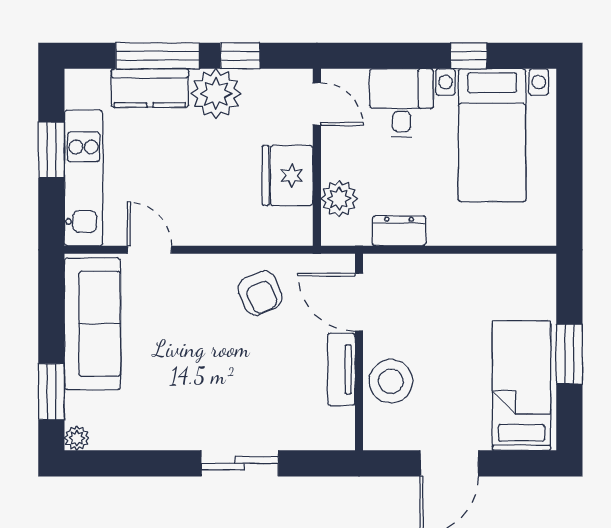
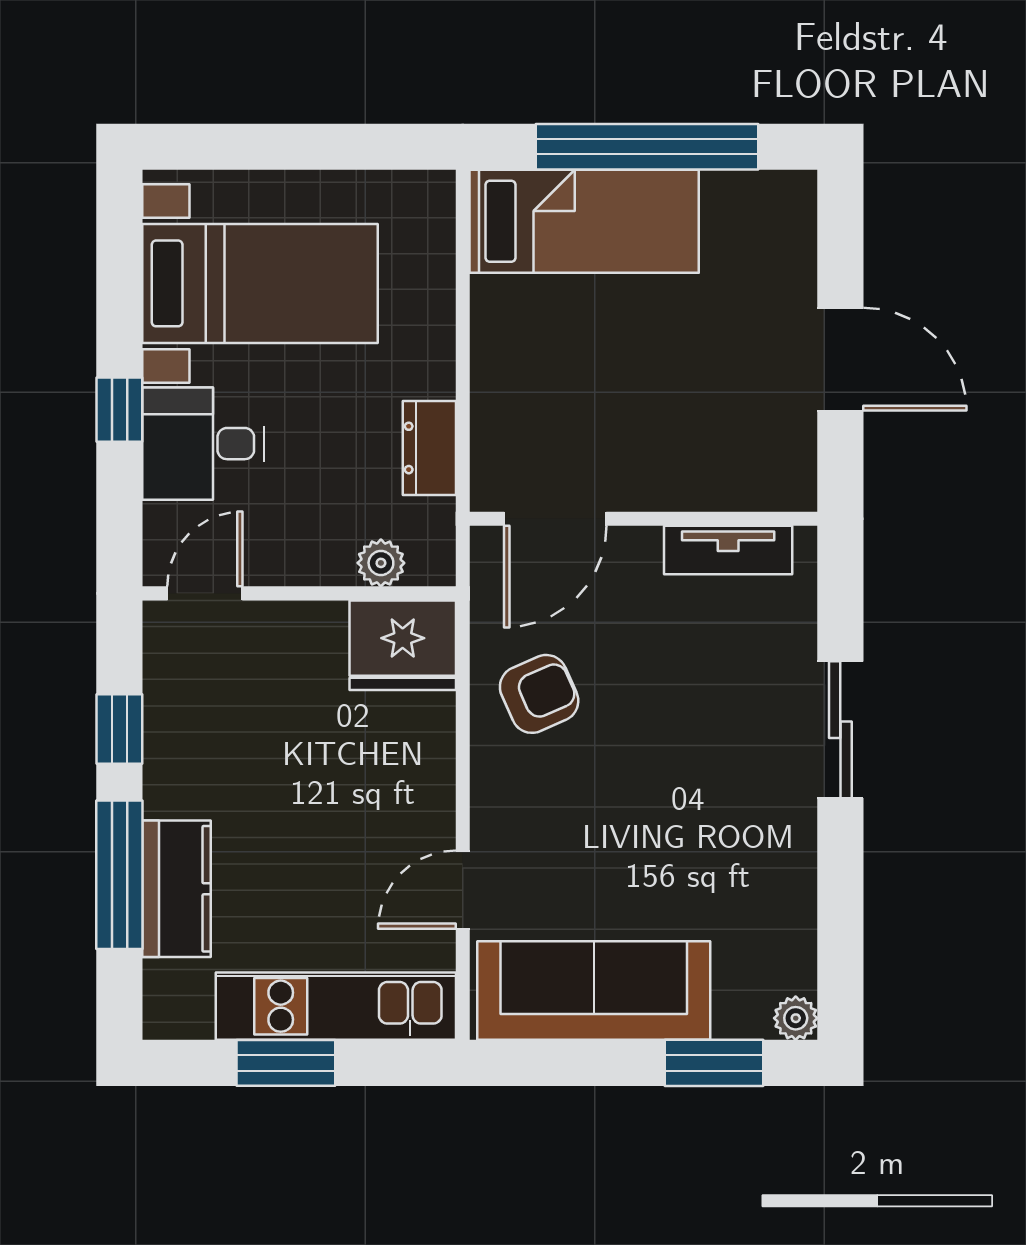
window: (469, 56) -> (119, 410), moved
plant: (216, 94) -> (186, 772), removed
fridge: (288, 175) -> (403, 645), moved
plant: (339, 199) -> (381, 563), width x0.73, depth x0.73
window: (569, 354) -> (647, 147), width x2.11
tv unit: (341, 369) -> (728, 550), moved
stool: (391, 381) -> (695, 463), removed
bed: (521, 386) -> (584, 221), moved, turned 180

